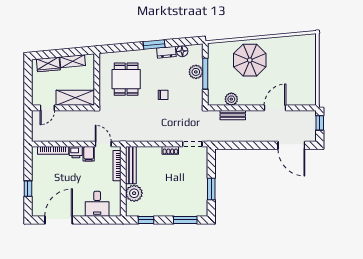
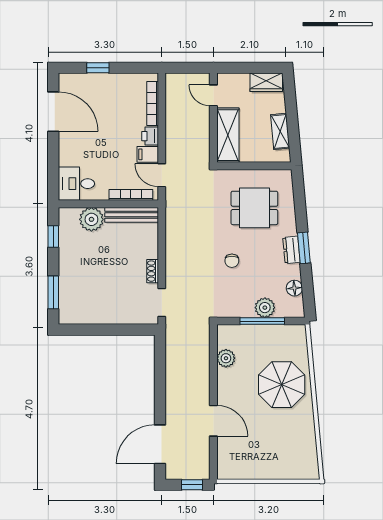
dresser: (166, 52) -> (291, 250), moved
wardrobe: (48, 64) -> (266, 82), moved, turned -85
bench: (233, 115) -> (203, 360), removed
door: (103, 144) -> (162, 175), swing flipped
window: (211, 189) -> (98, 330), removed
desk: (97, 204) -> (76, 184), moved

